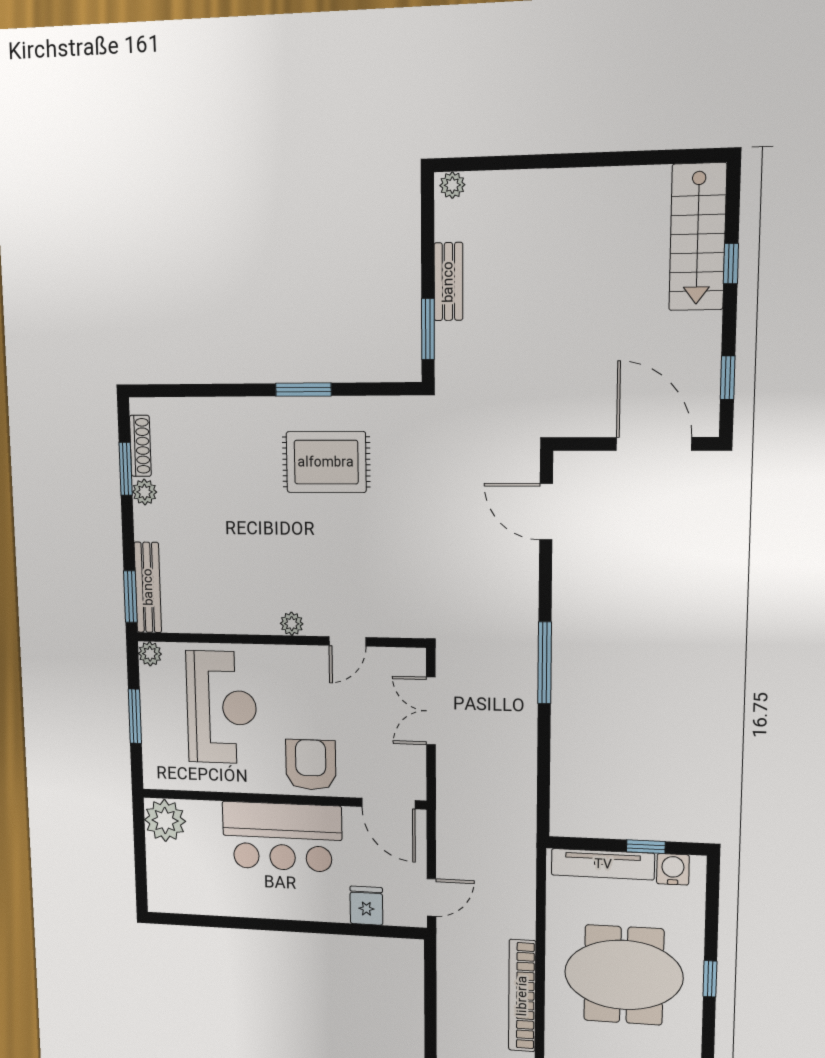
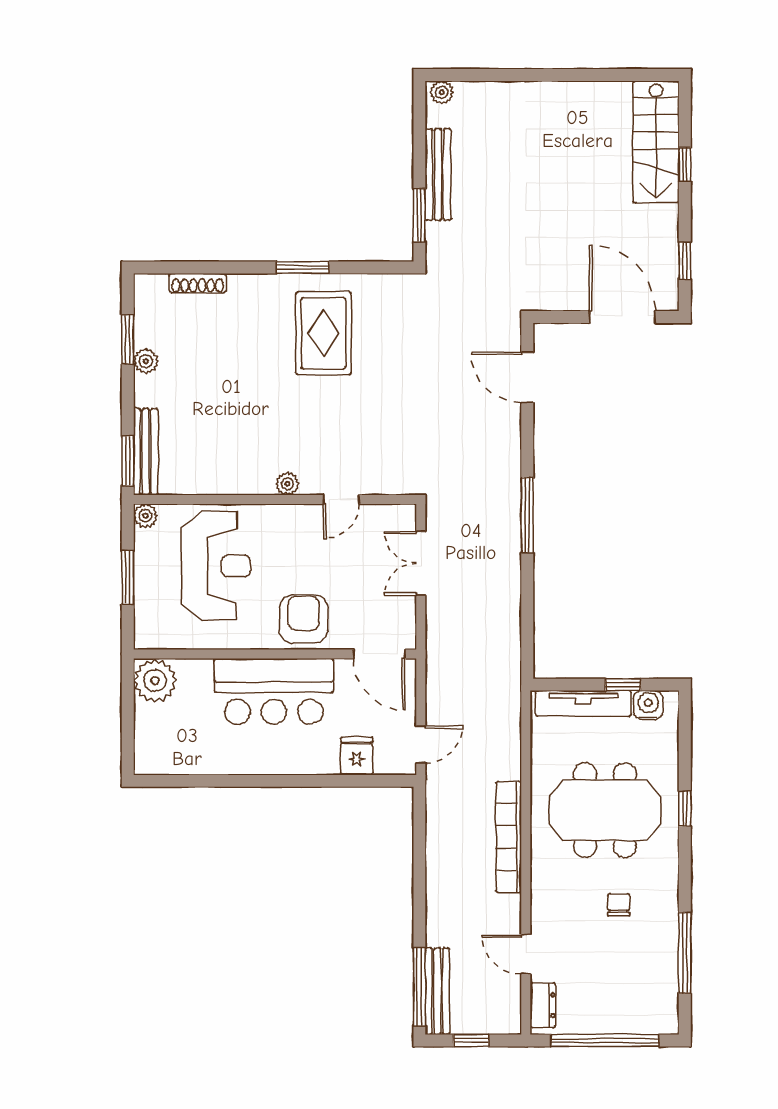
bench: (448, 282) -> (438, 174), width x1.36
shoe rack: (140, 446) -> (198, 283), moved, turned 90
rug: (326, 462) -> (323, 333), turned 90

